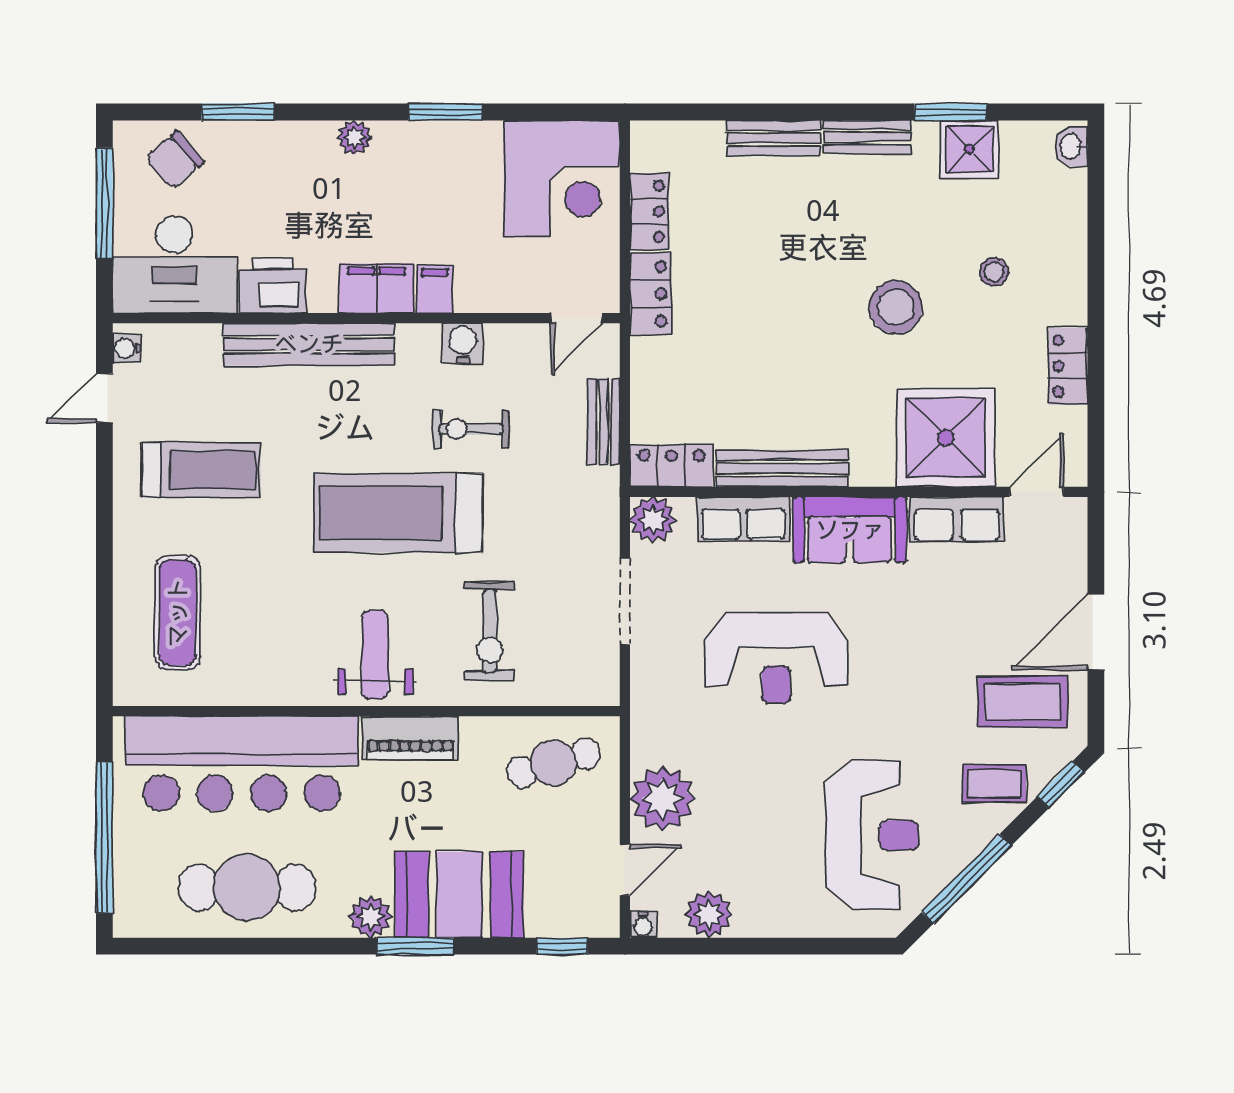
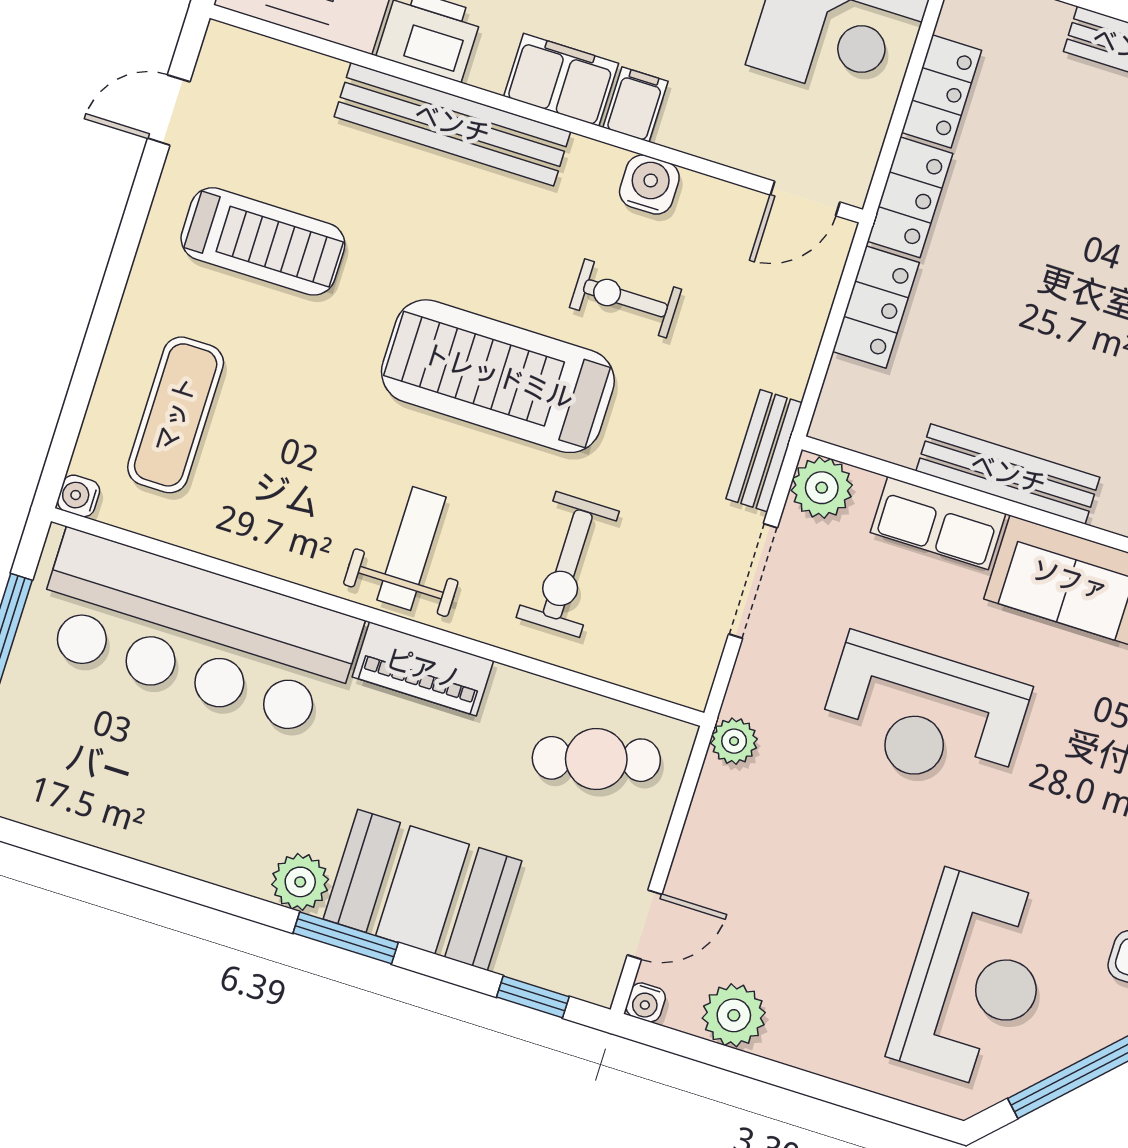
water cooler: (127, 348) -> (79, 496), moved
bench: (604, 421) -> (764, 451), moved
locker: (671, 466) -> (876, 307), moved, turned 90
plant: (663, 798) -> (734, 741), moved, width x0.53, depth x0.53
cafe table: (247, 888) -> (153, 795), removed

